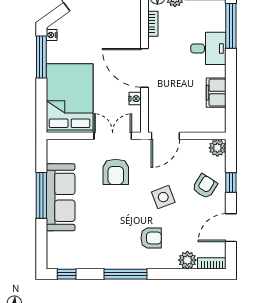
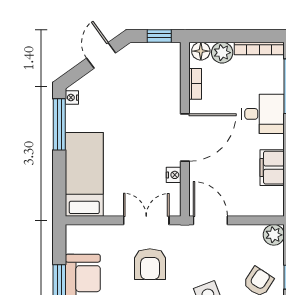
door: (144, 68) -> (185, 138), swing flipped
bed: (70, 98) -> (84, 174), width x0.67
door: (165, 136) -> (210, 220), swing flipped

